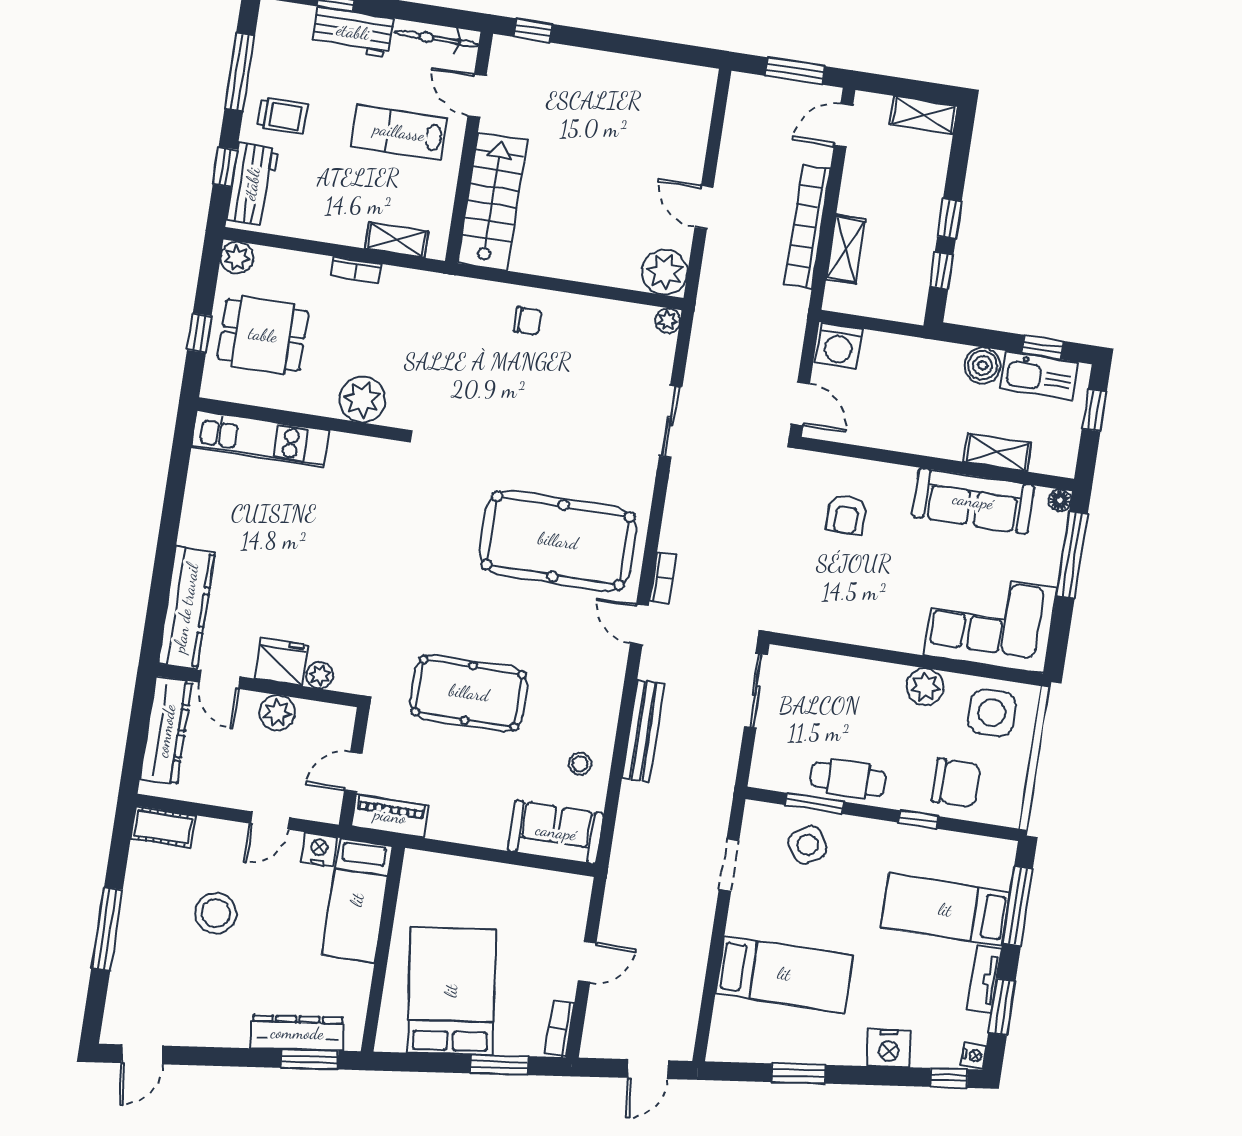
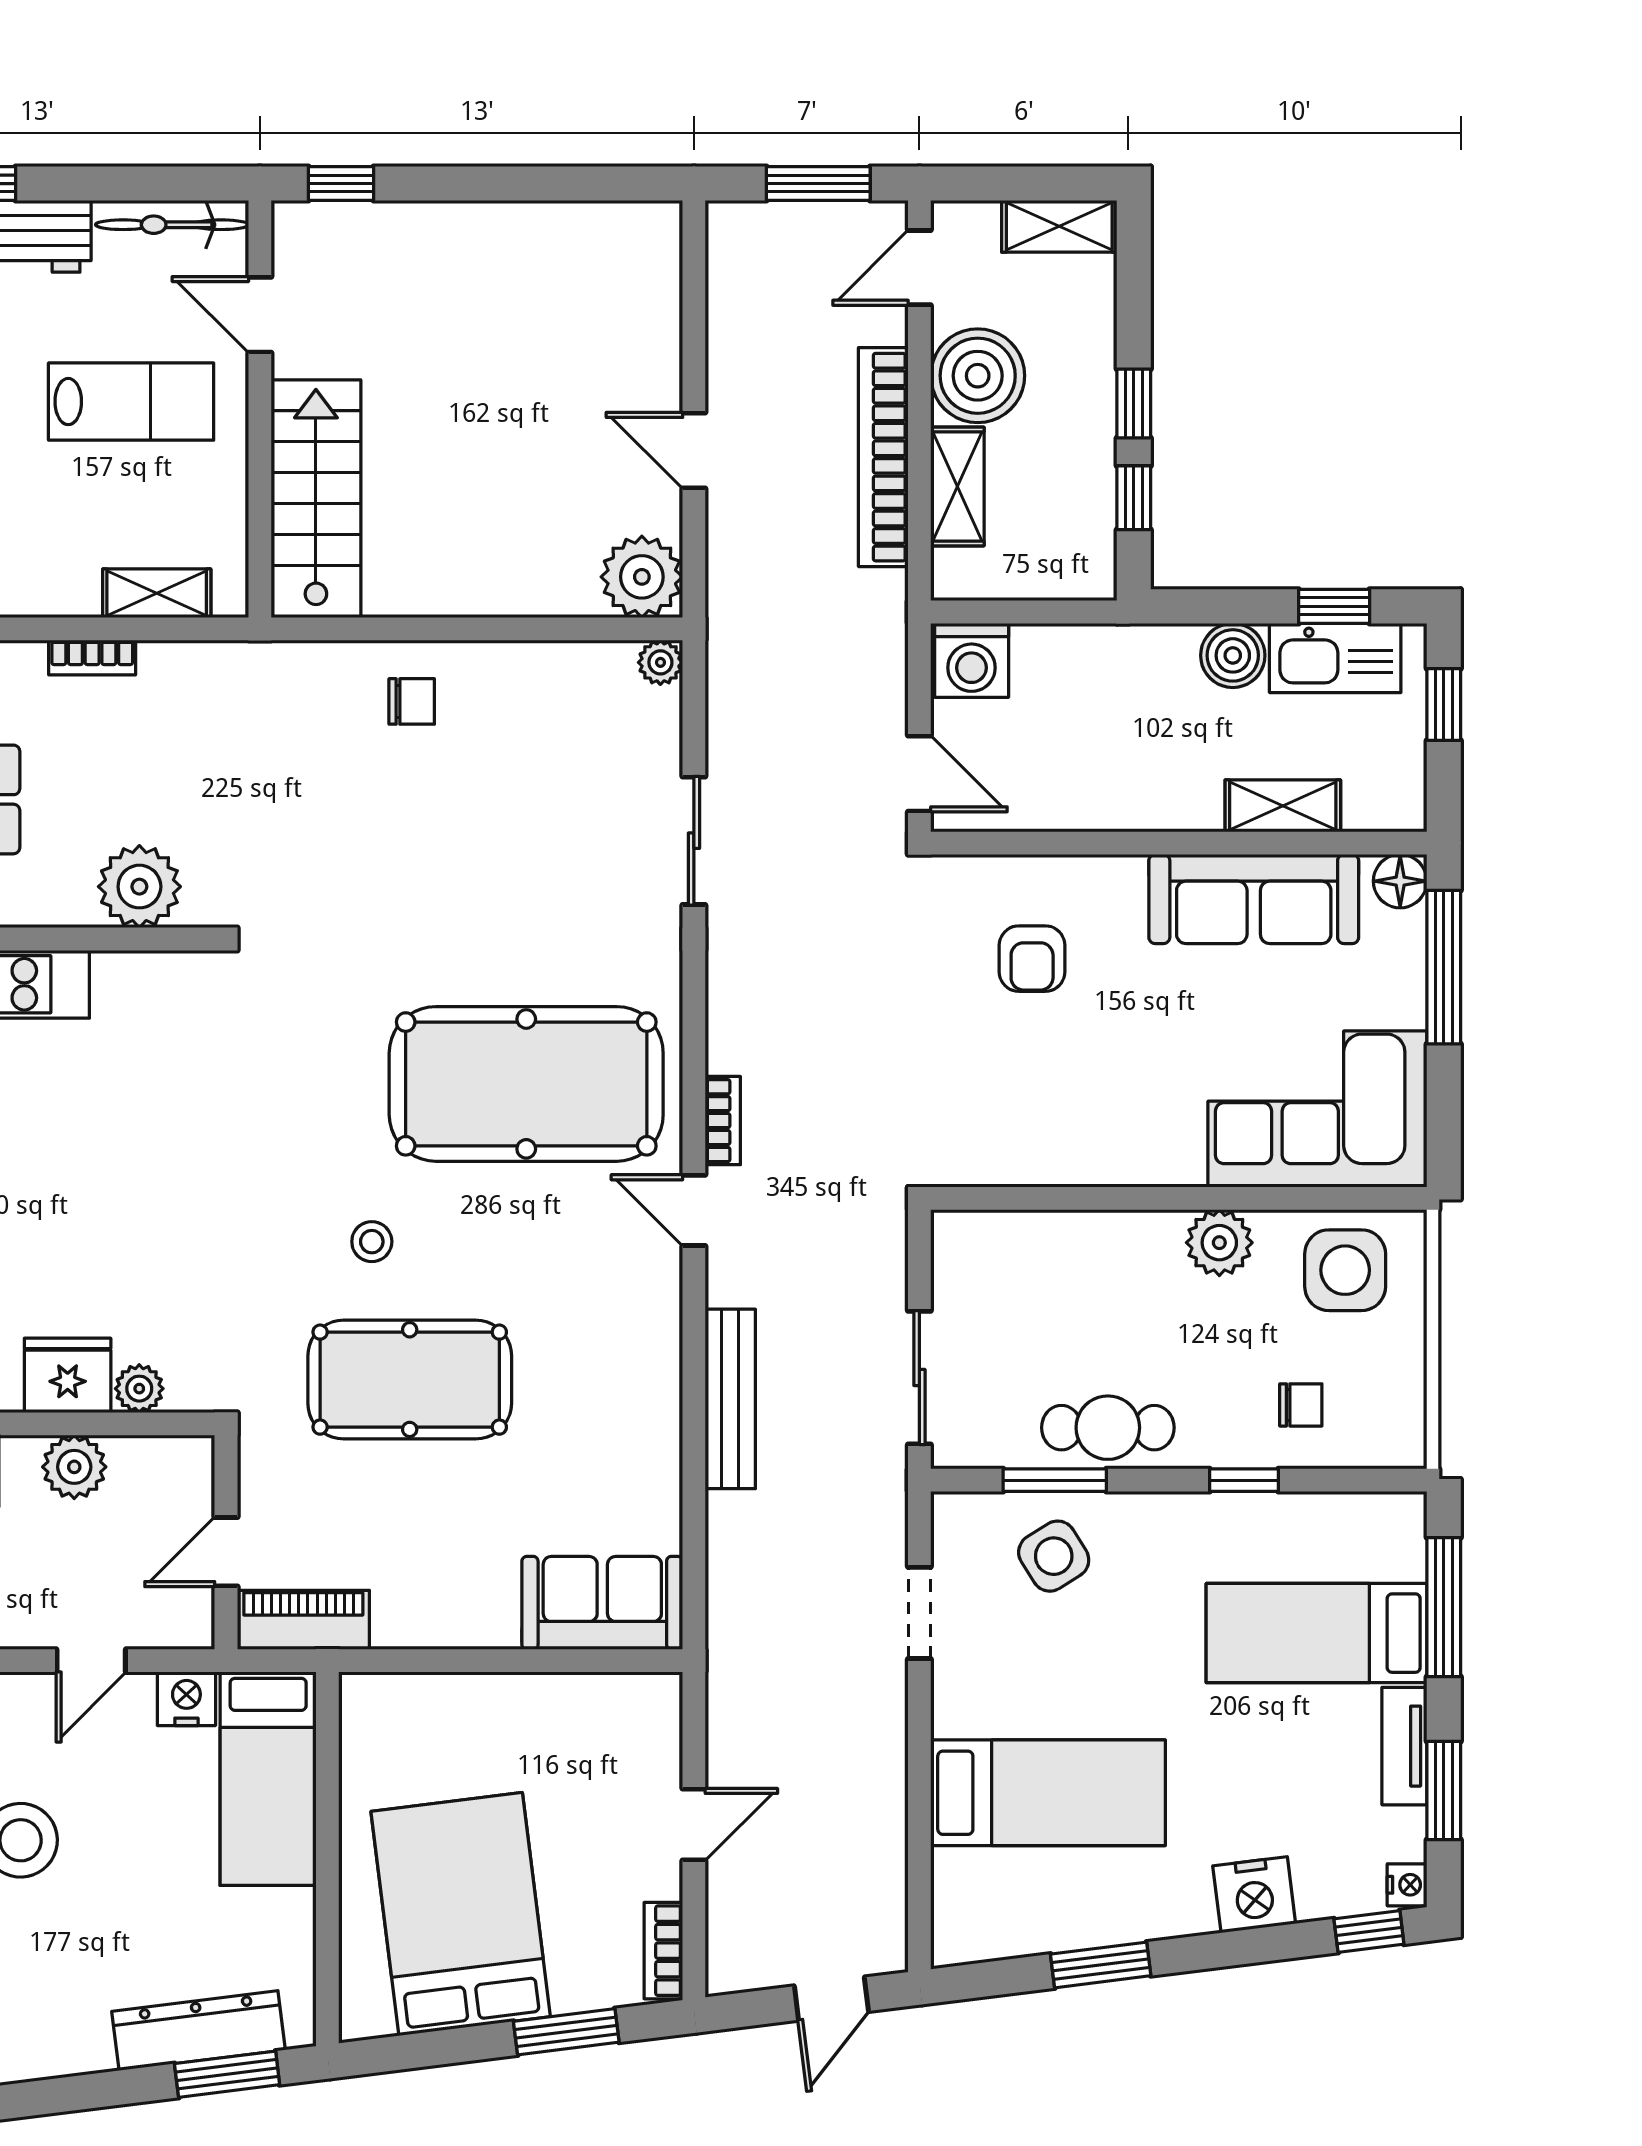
lab bench: (399, 132) -> (131, 402), turned 180
boiler: (866, 190) -> (978, 376), added
floor lamp: (1060, 500) -> (1400, 881), width x1.37, depth x1.37
sliding door: (756, 691) -> (919, 1378), moved
stool: (580, 764) -> (372, 1242), moved
chair: (956, 783) -> (1301, 1405), width x0.54, depth x0.54

